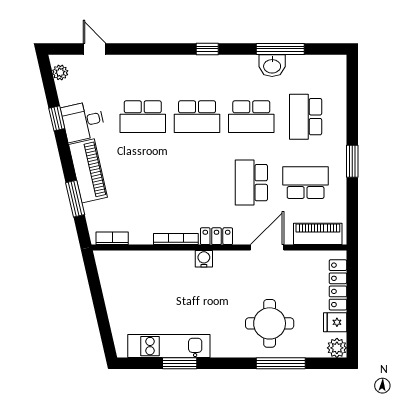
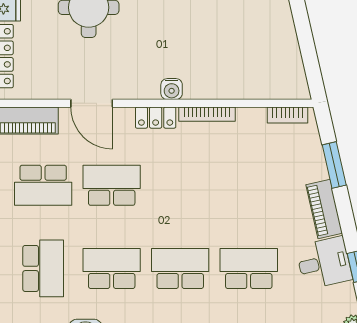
piano: (88, 171) -> (324, 209), width x0.73, depth x0.75
school desk: (251, 183) -> (112, 185), turned -90
door: (267, 248) -> (92, 103), hinge flipped

